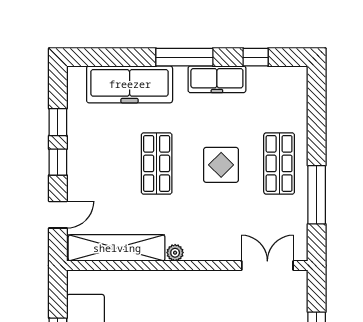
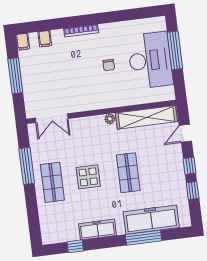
window: (184, 57) -> (144, 238), moved

